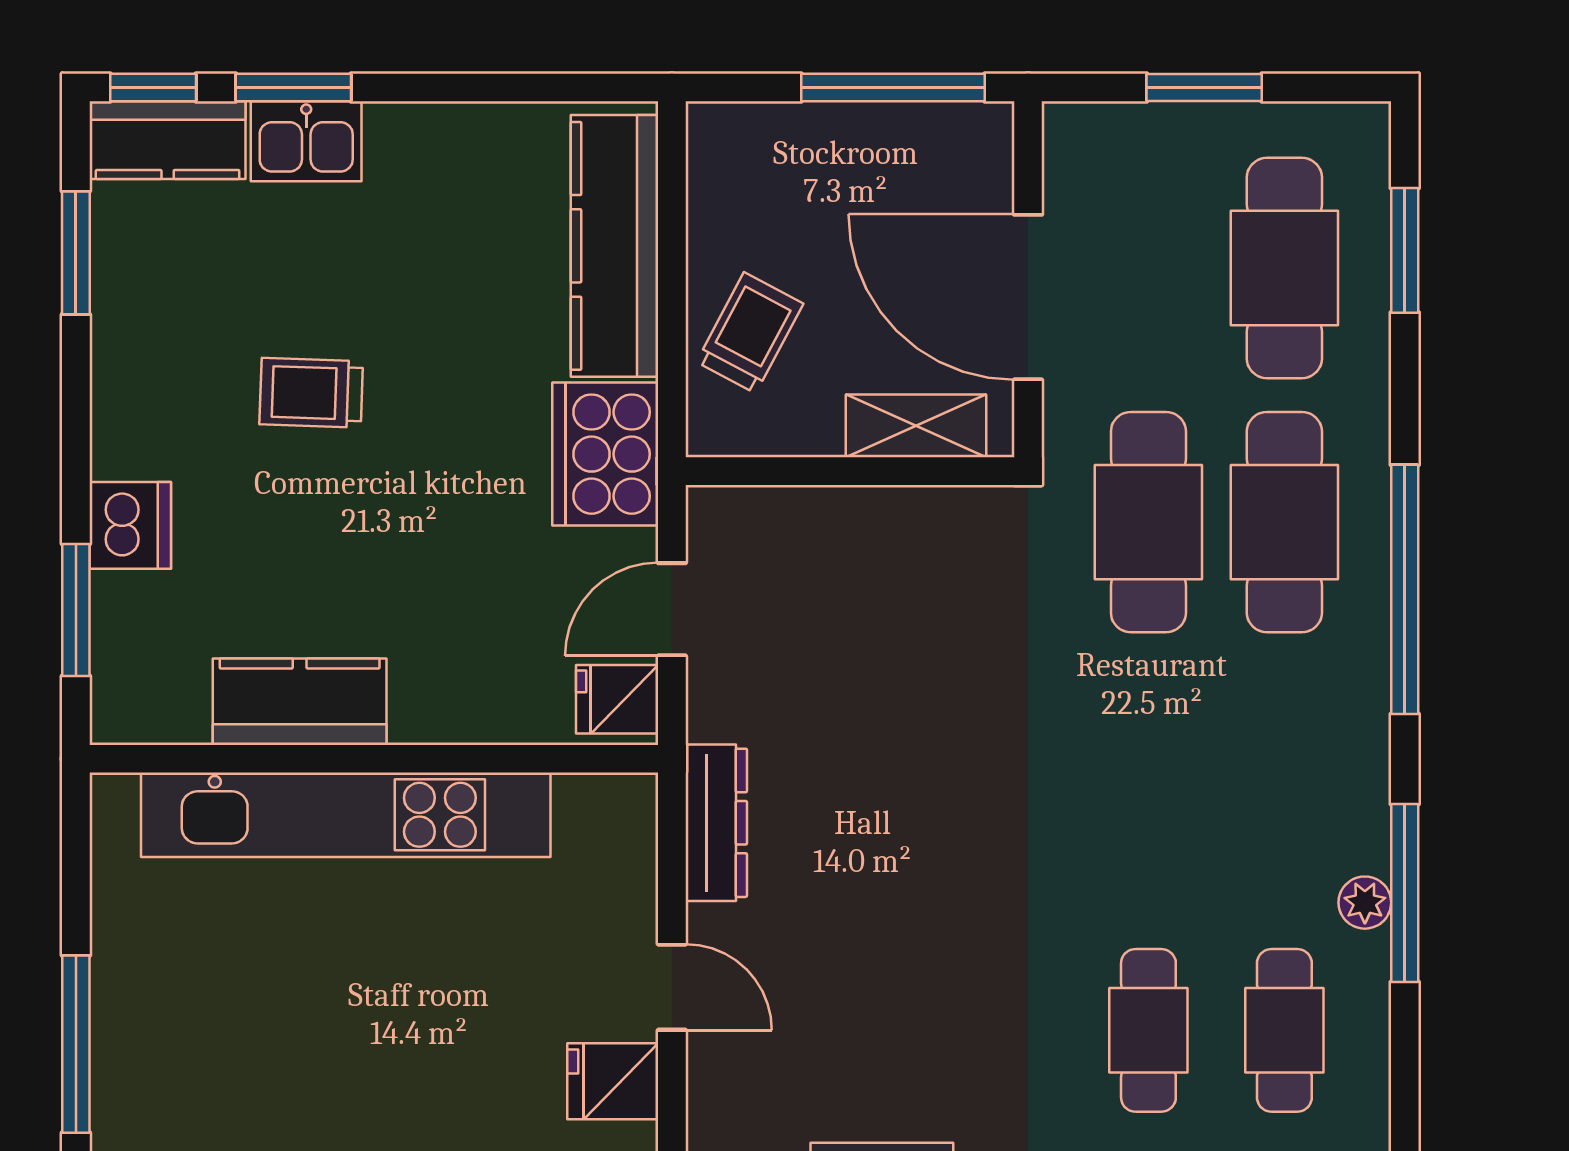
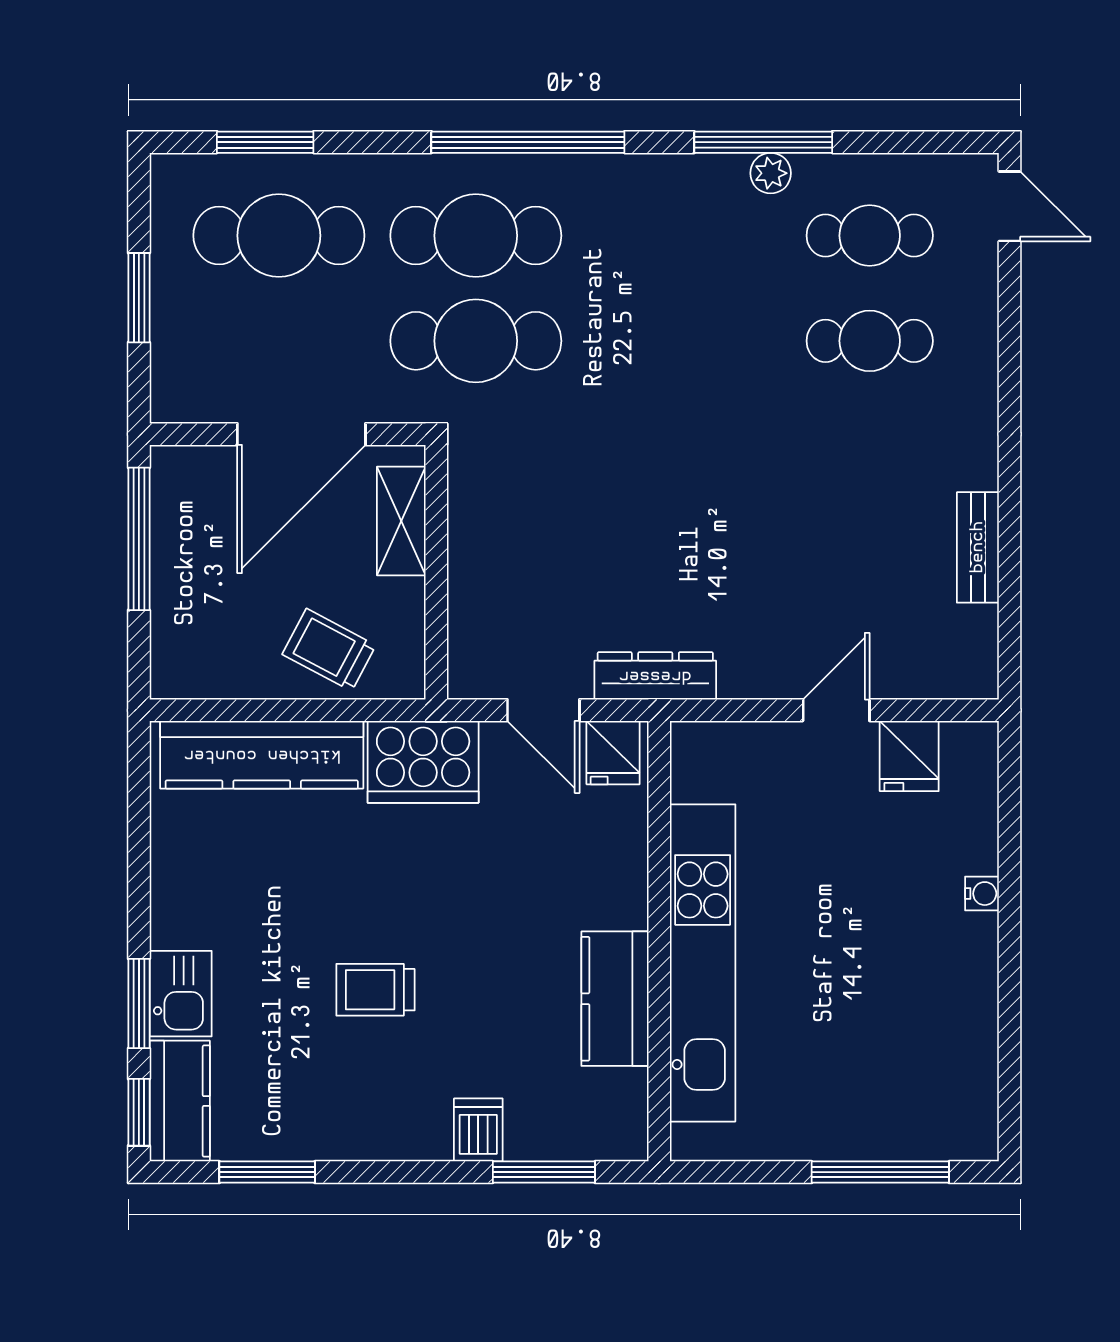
trolley: (311, 393) -> (376, 990), turned 88
dishwasher: (130, 525) -> (478, 1130), width x0.73
dresser: (716, 823) -> (655, 676), moved

